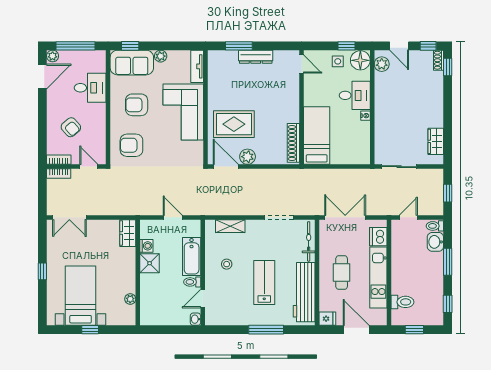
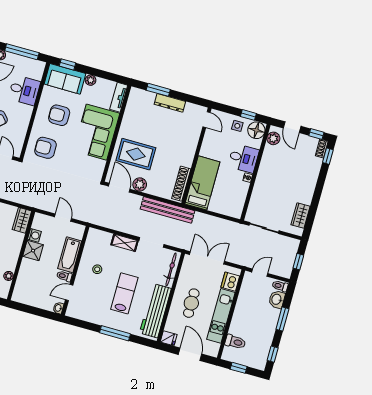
bench: (286, 176) -> (168, 210), added
shelving: (230, 226) -> (124, 243), moved

